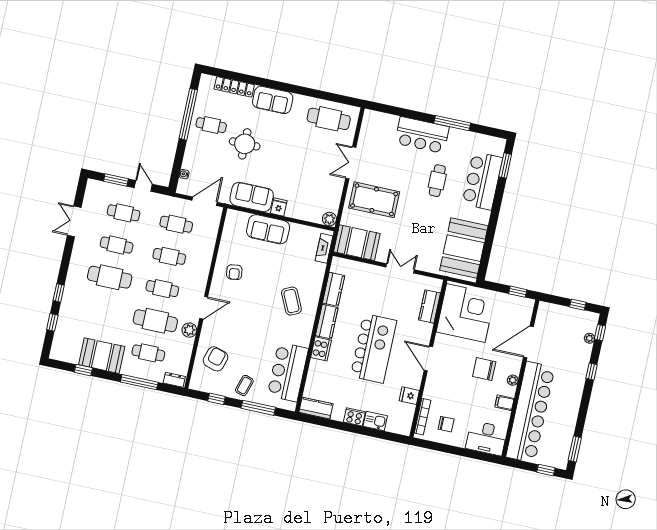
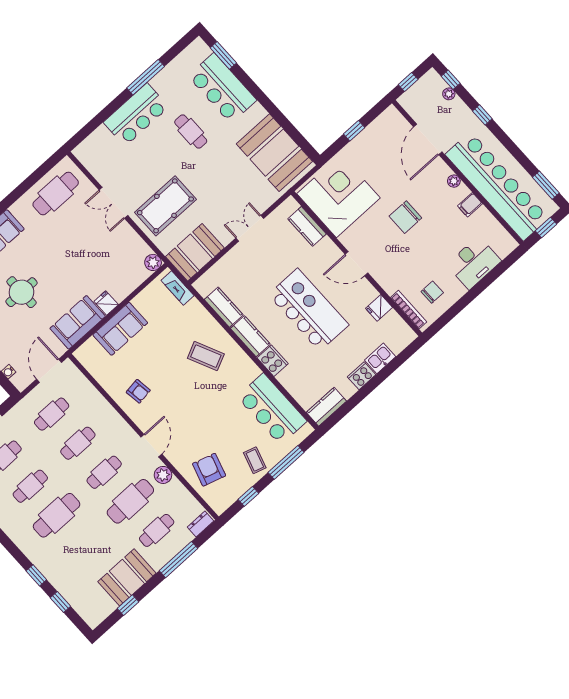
door: (528, 342) -> (428, 139), moved
wall: (520, 378) -> (458, 172), moved
plant: (513, 380) -> (454, 181), moved
filing cabinet: (504, 403) -> (470, 205), moved
bar counter: (530, 412) -> (497, 186), moved

